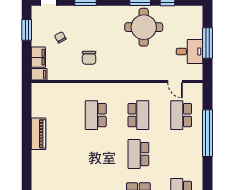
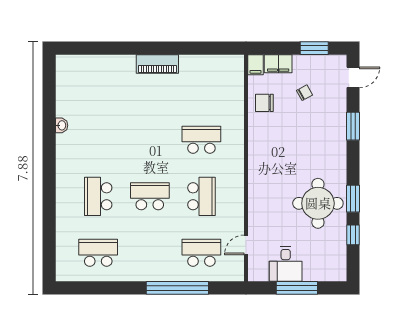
chair: (89, 58) -> (264, 103), moved
school desk: (138, 115) -> (201, 196), turned -90
piano: (39, 134) -> (157, 64), moved

